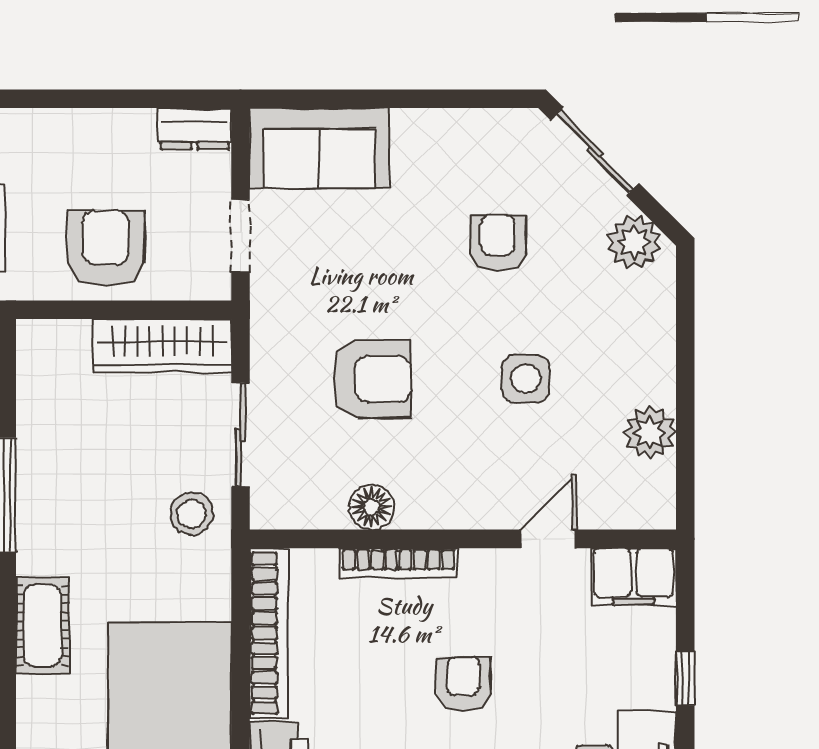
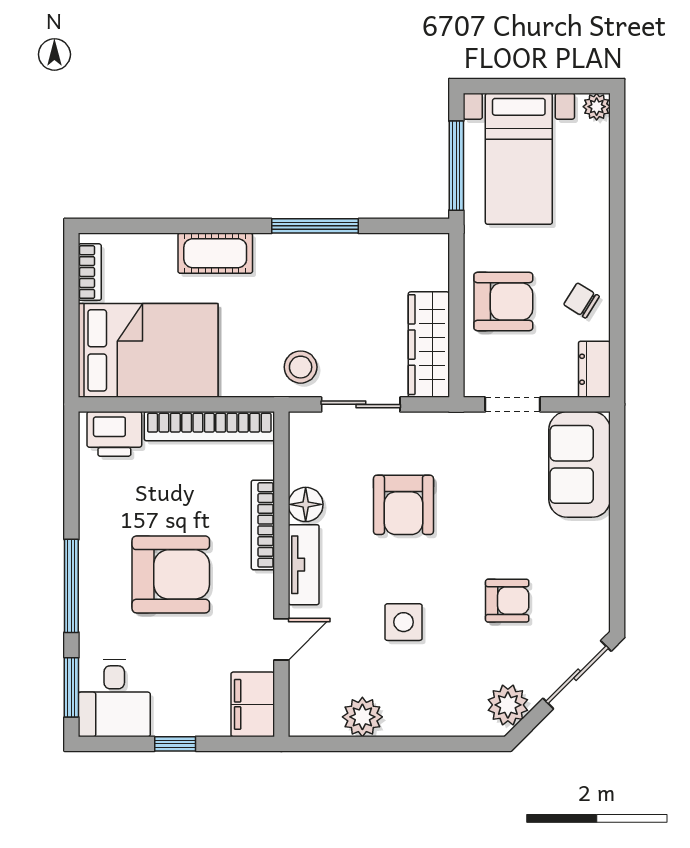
chair: (104, 146) -> (581, 300), added
tv unit: (451, 510) -> (304, 565), added
door: (548, 539) -> (281, 639), hinge flipped
armchair: (463, 684) -> (171, 574), width x1.88, depth x1.88

